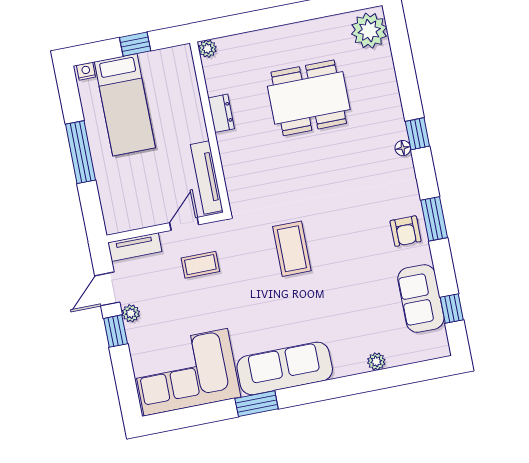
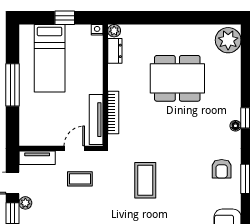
nightstand: (86, 71) -> (97, 30), moved
dresser: (221, 113) -> (115, 51), moved
bookcase: (229, 163) -> (113, 112), added
armchair: (406, 231) -> (222, 169), moved

